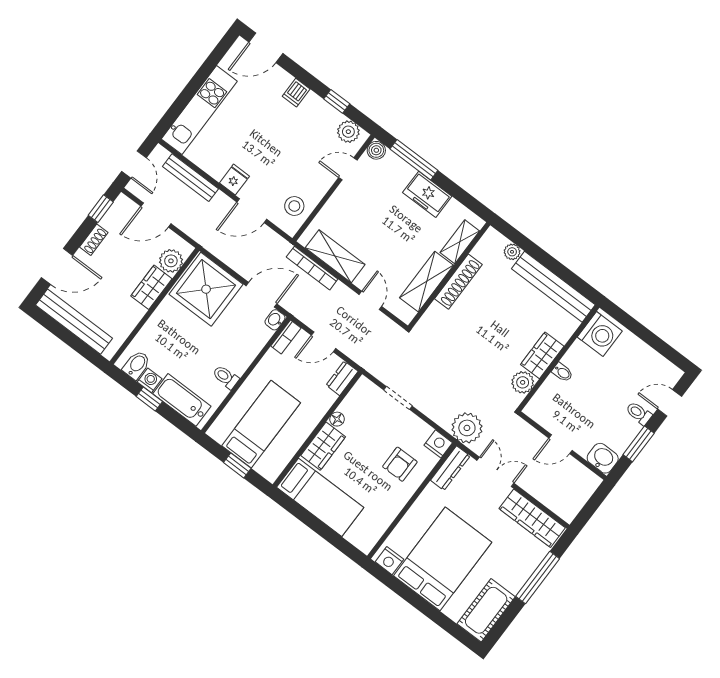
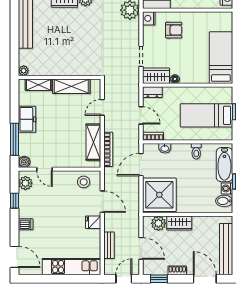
bench: (190, 178) -> (109, 245), width x0.73
plant: (512, 252) -> (24, 71), moved
shoe rack: (458, 282) -> (59, 70), removed
door: (261, 295) -> (141, 165), hinge flipped
washbasin: (275, 320) -> (165, 148), moved
wardrobe: (323, 446) -> (156, 76), moved

